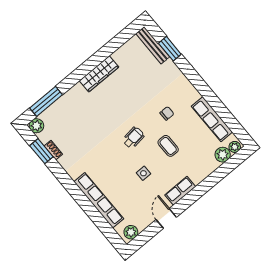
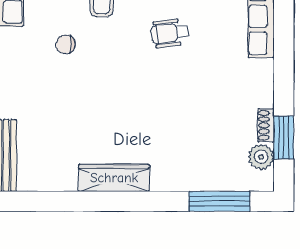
plant: (36, 126) -> (261, 157), moved
wheelchair: (133, 138) -> (170, 33), moved

